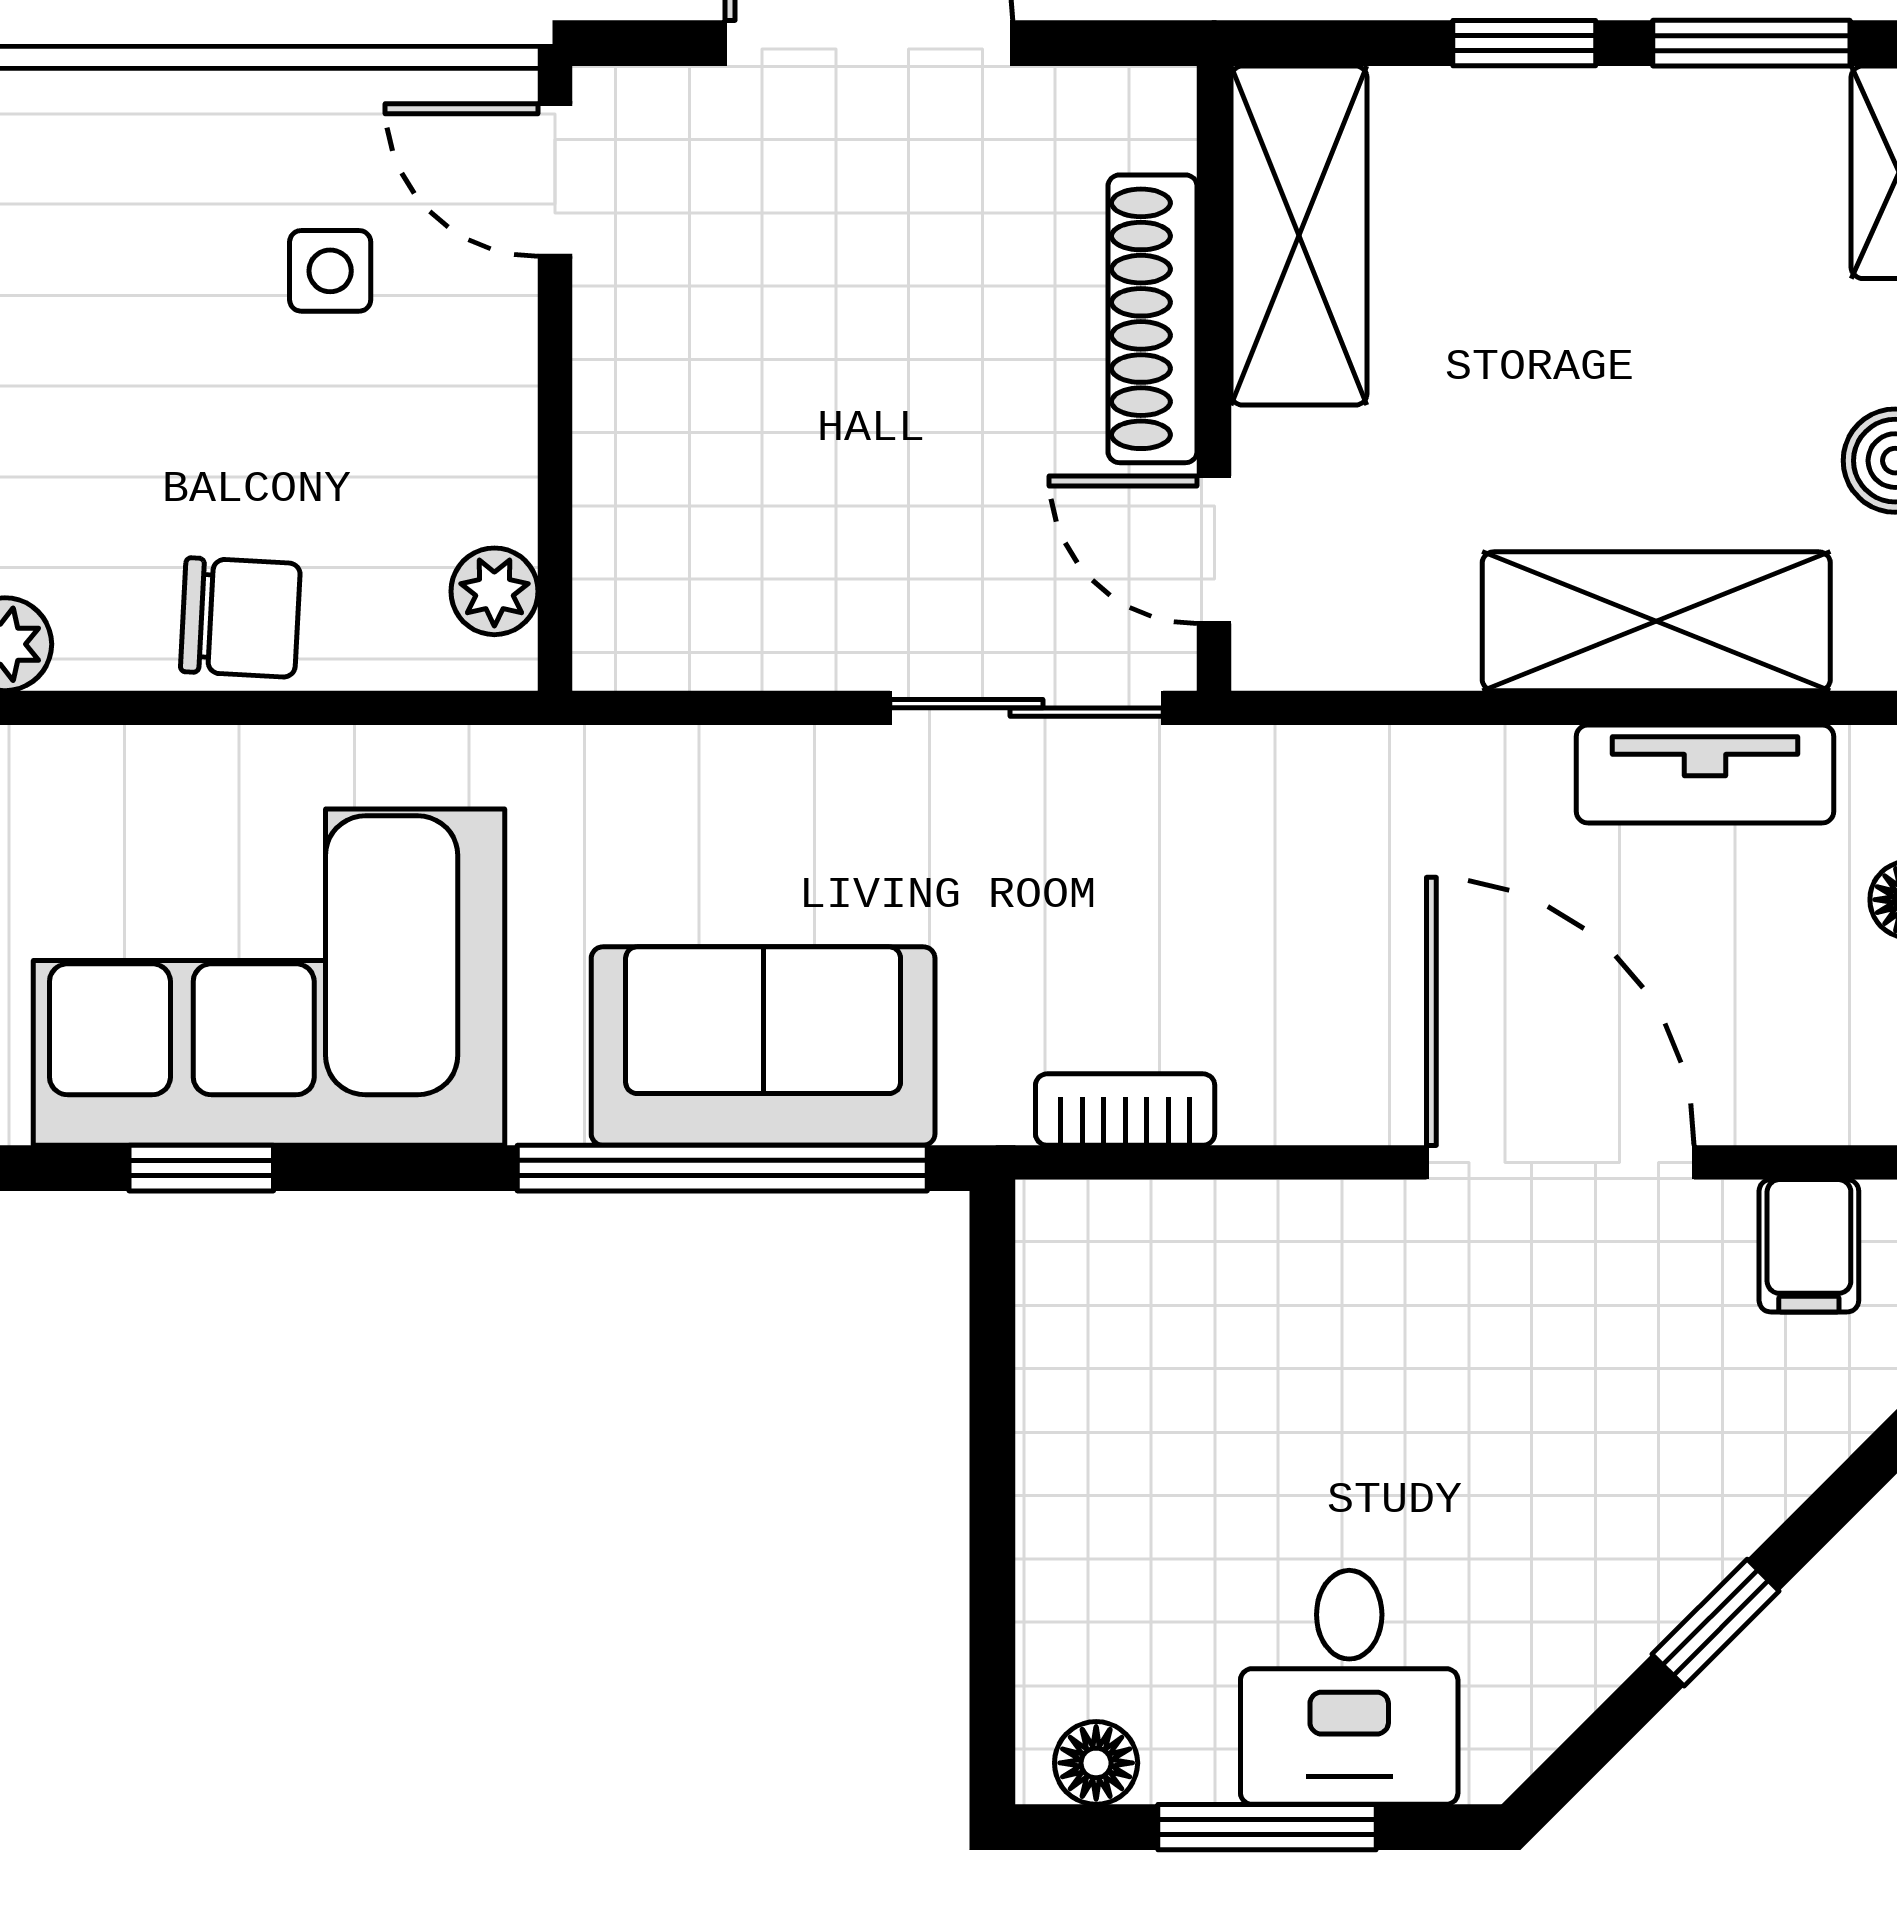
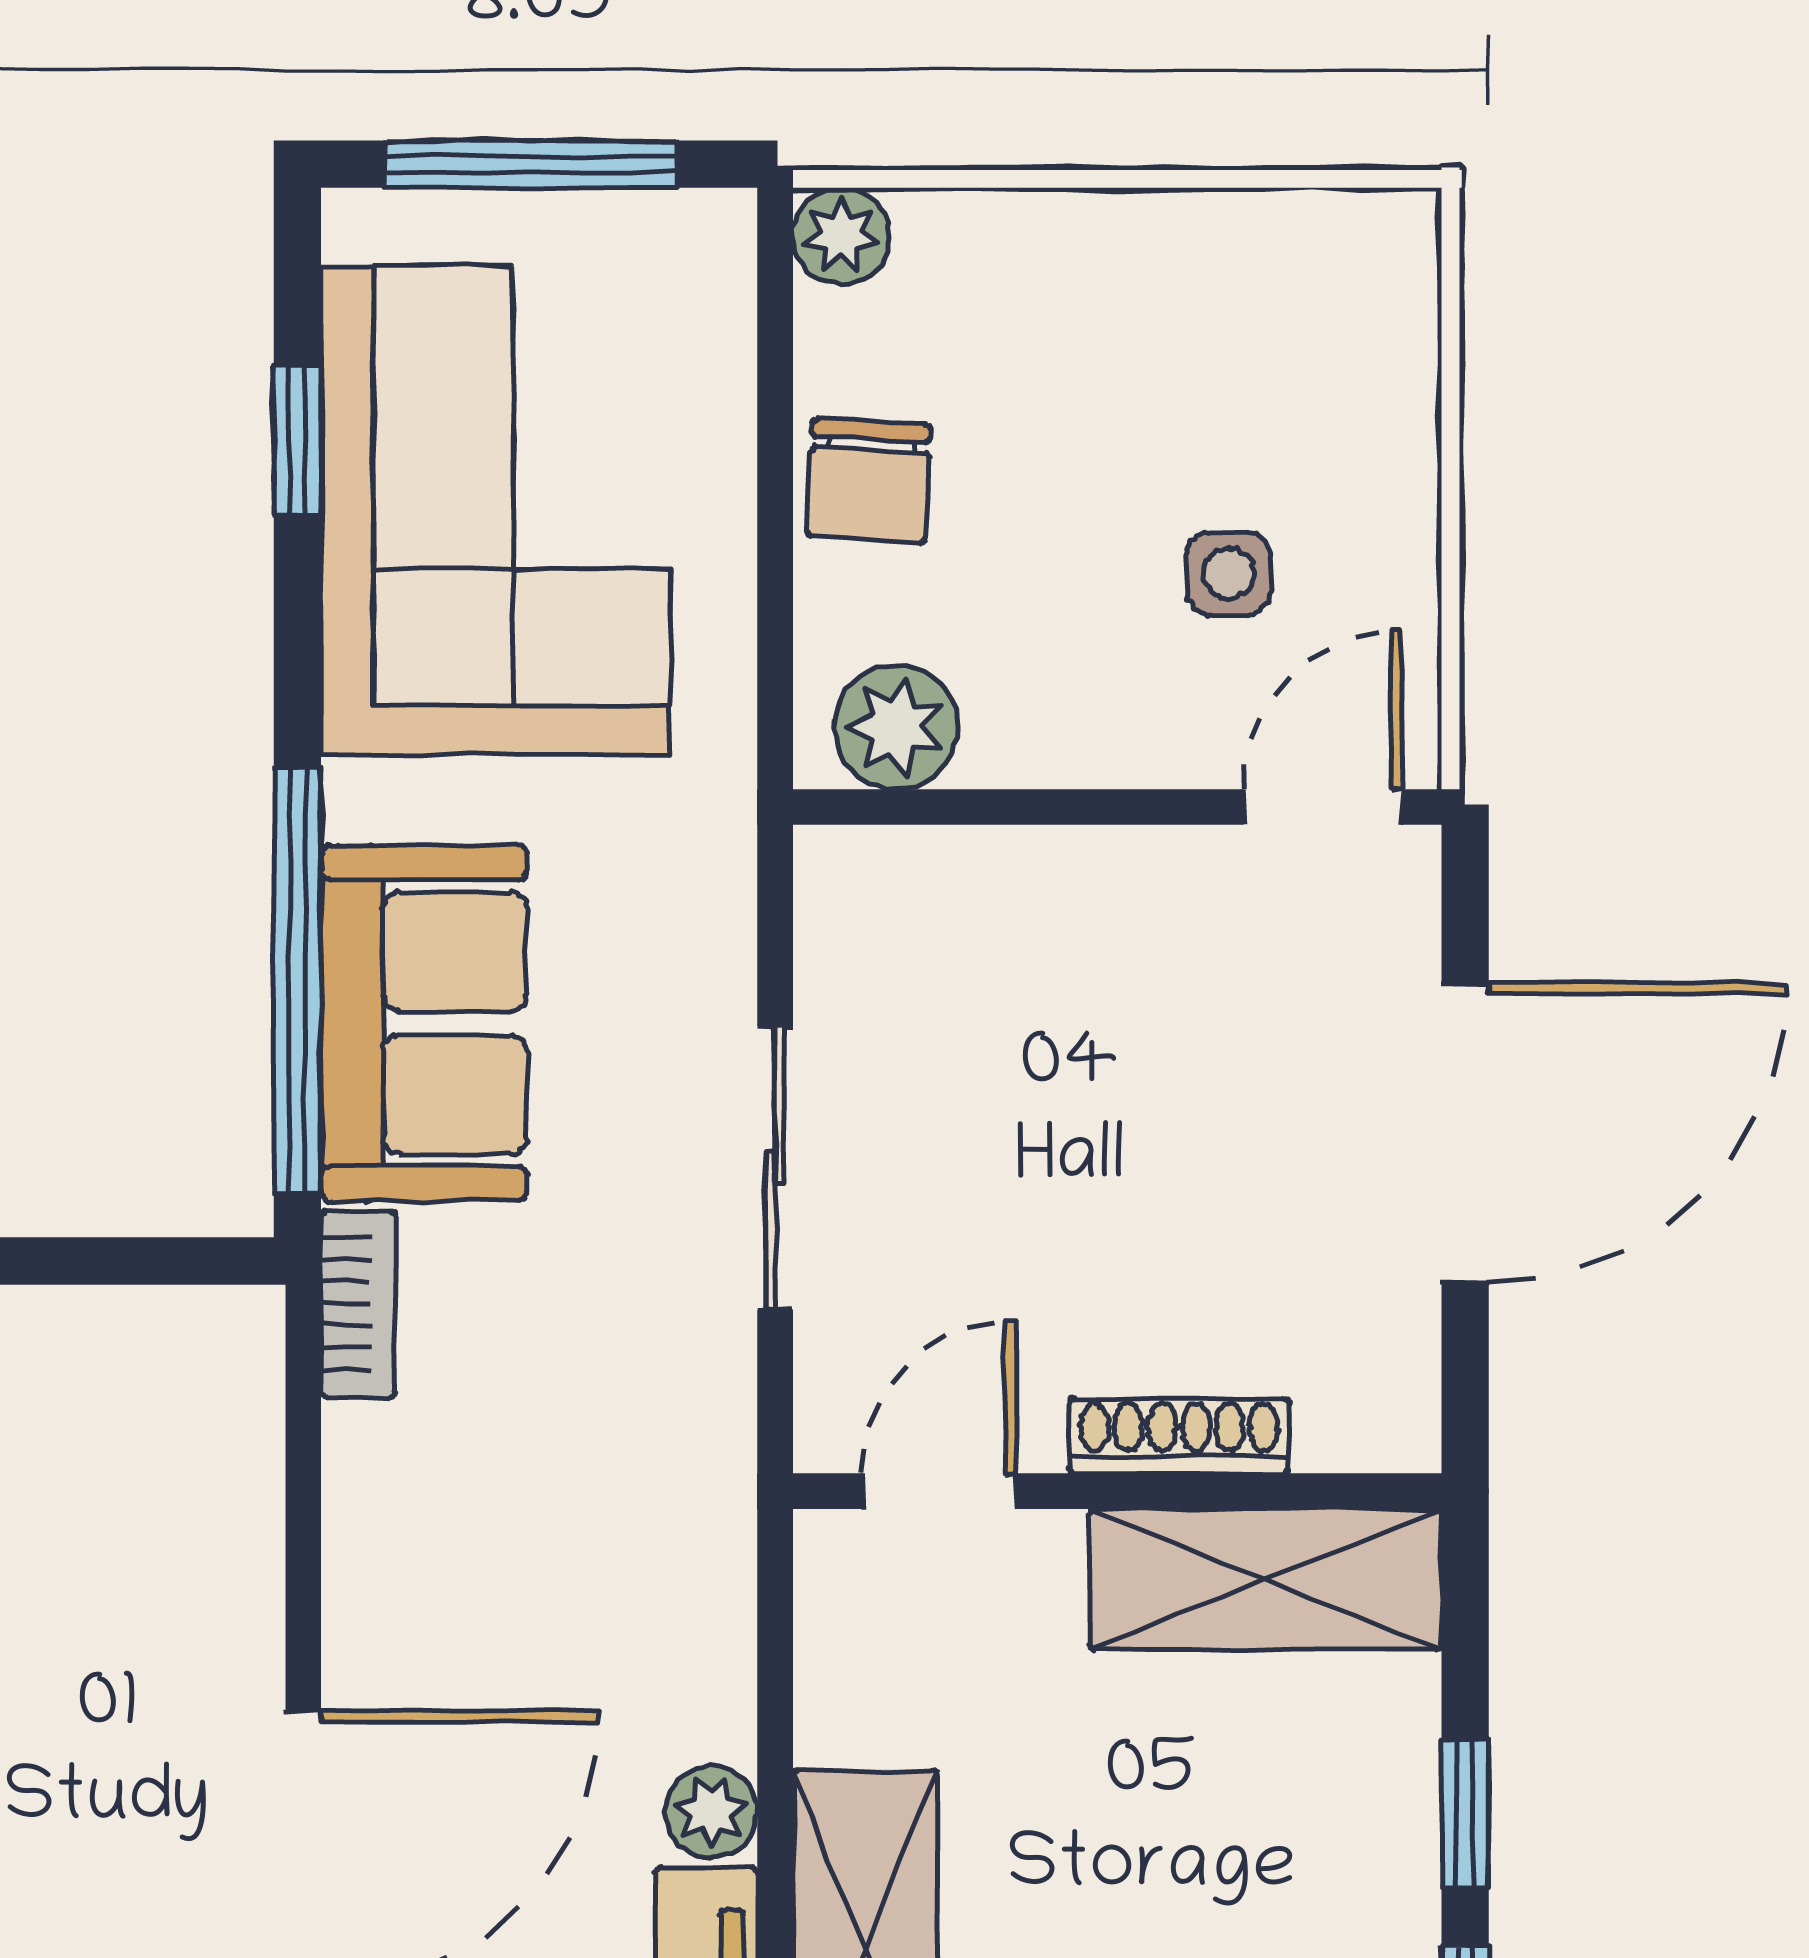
shoe rack: (1153, 319) -> (1179, 1436), width x0.74, depth x0.81
plant: (494, 591) -> (896, 727), width x1.38, depth x1.38
sliding door: (1026, 708) -> (775, 1168), moved
plant: (1523, 769) -> (711, 1812), added
bookcase: (1125, 1110) -> (358, 1304), moved

